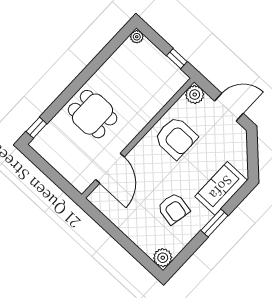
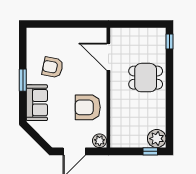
plant: (137, 37) -> (157, 139), width x1.87, depth x1.87
window: (177, 59) -> (150, 151), moved
plant: (163, 258) -> (33, 35), removed

